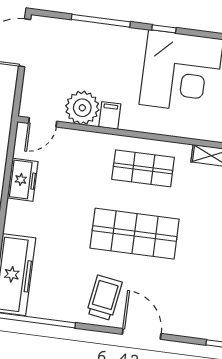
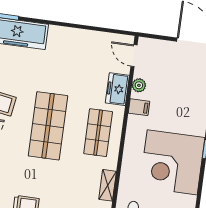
plant: (82, 108) -> (139, 85), width x0.53, depth x0.53
freezer: (23, 180) -> (117, 89), moved, turned 90

